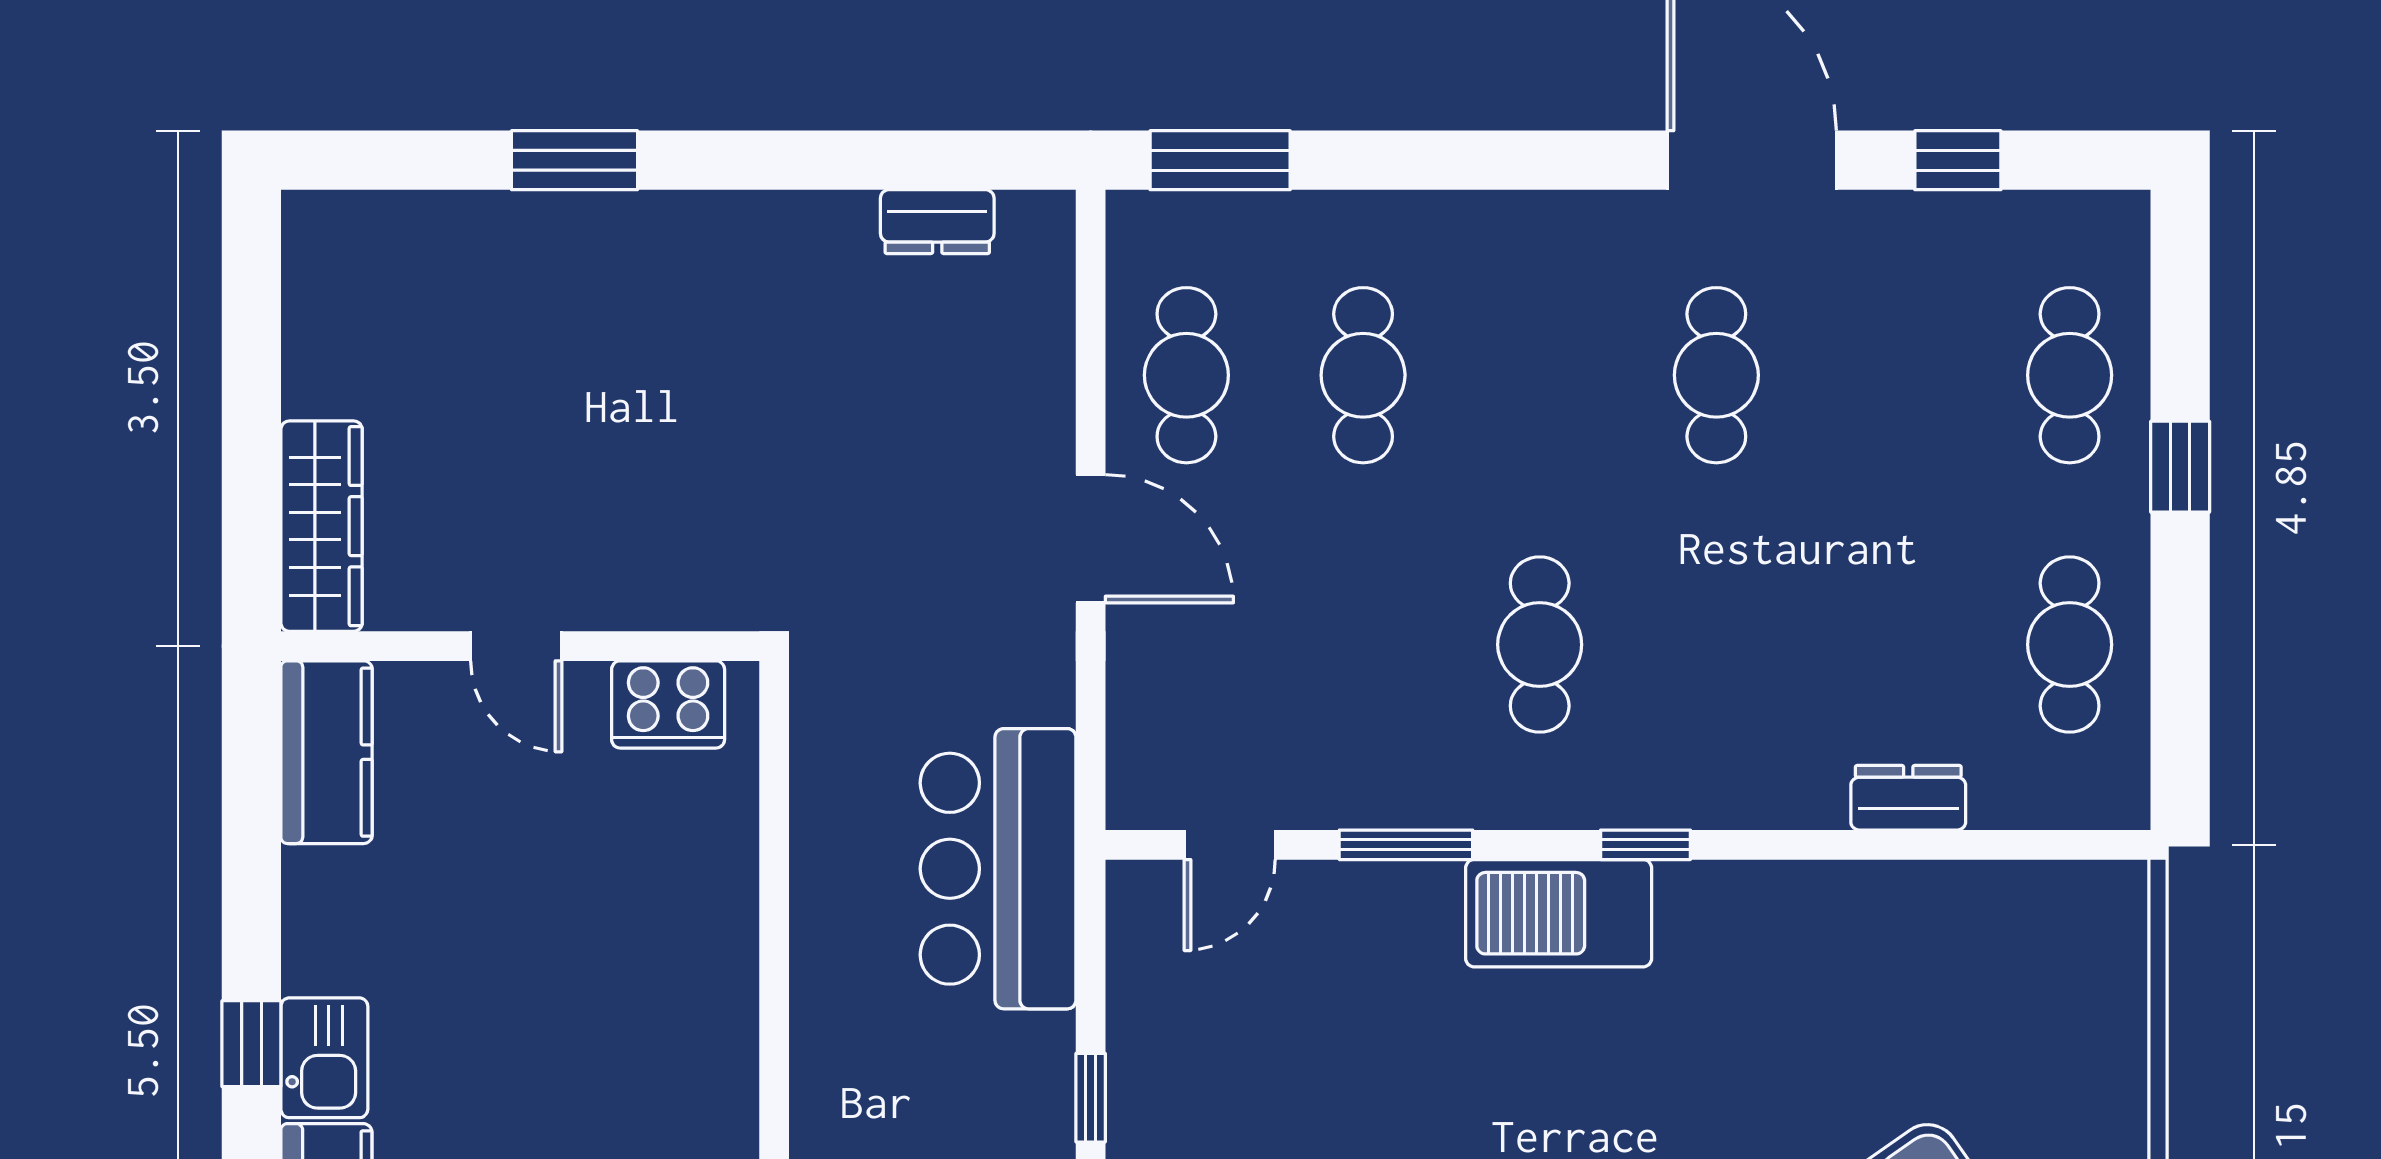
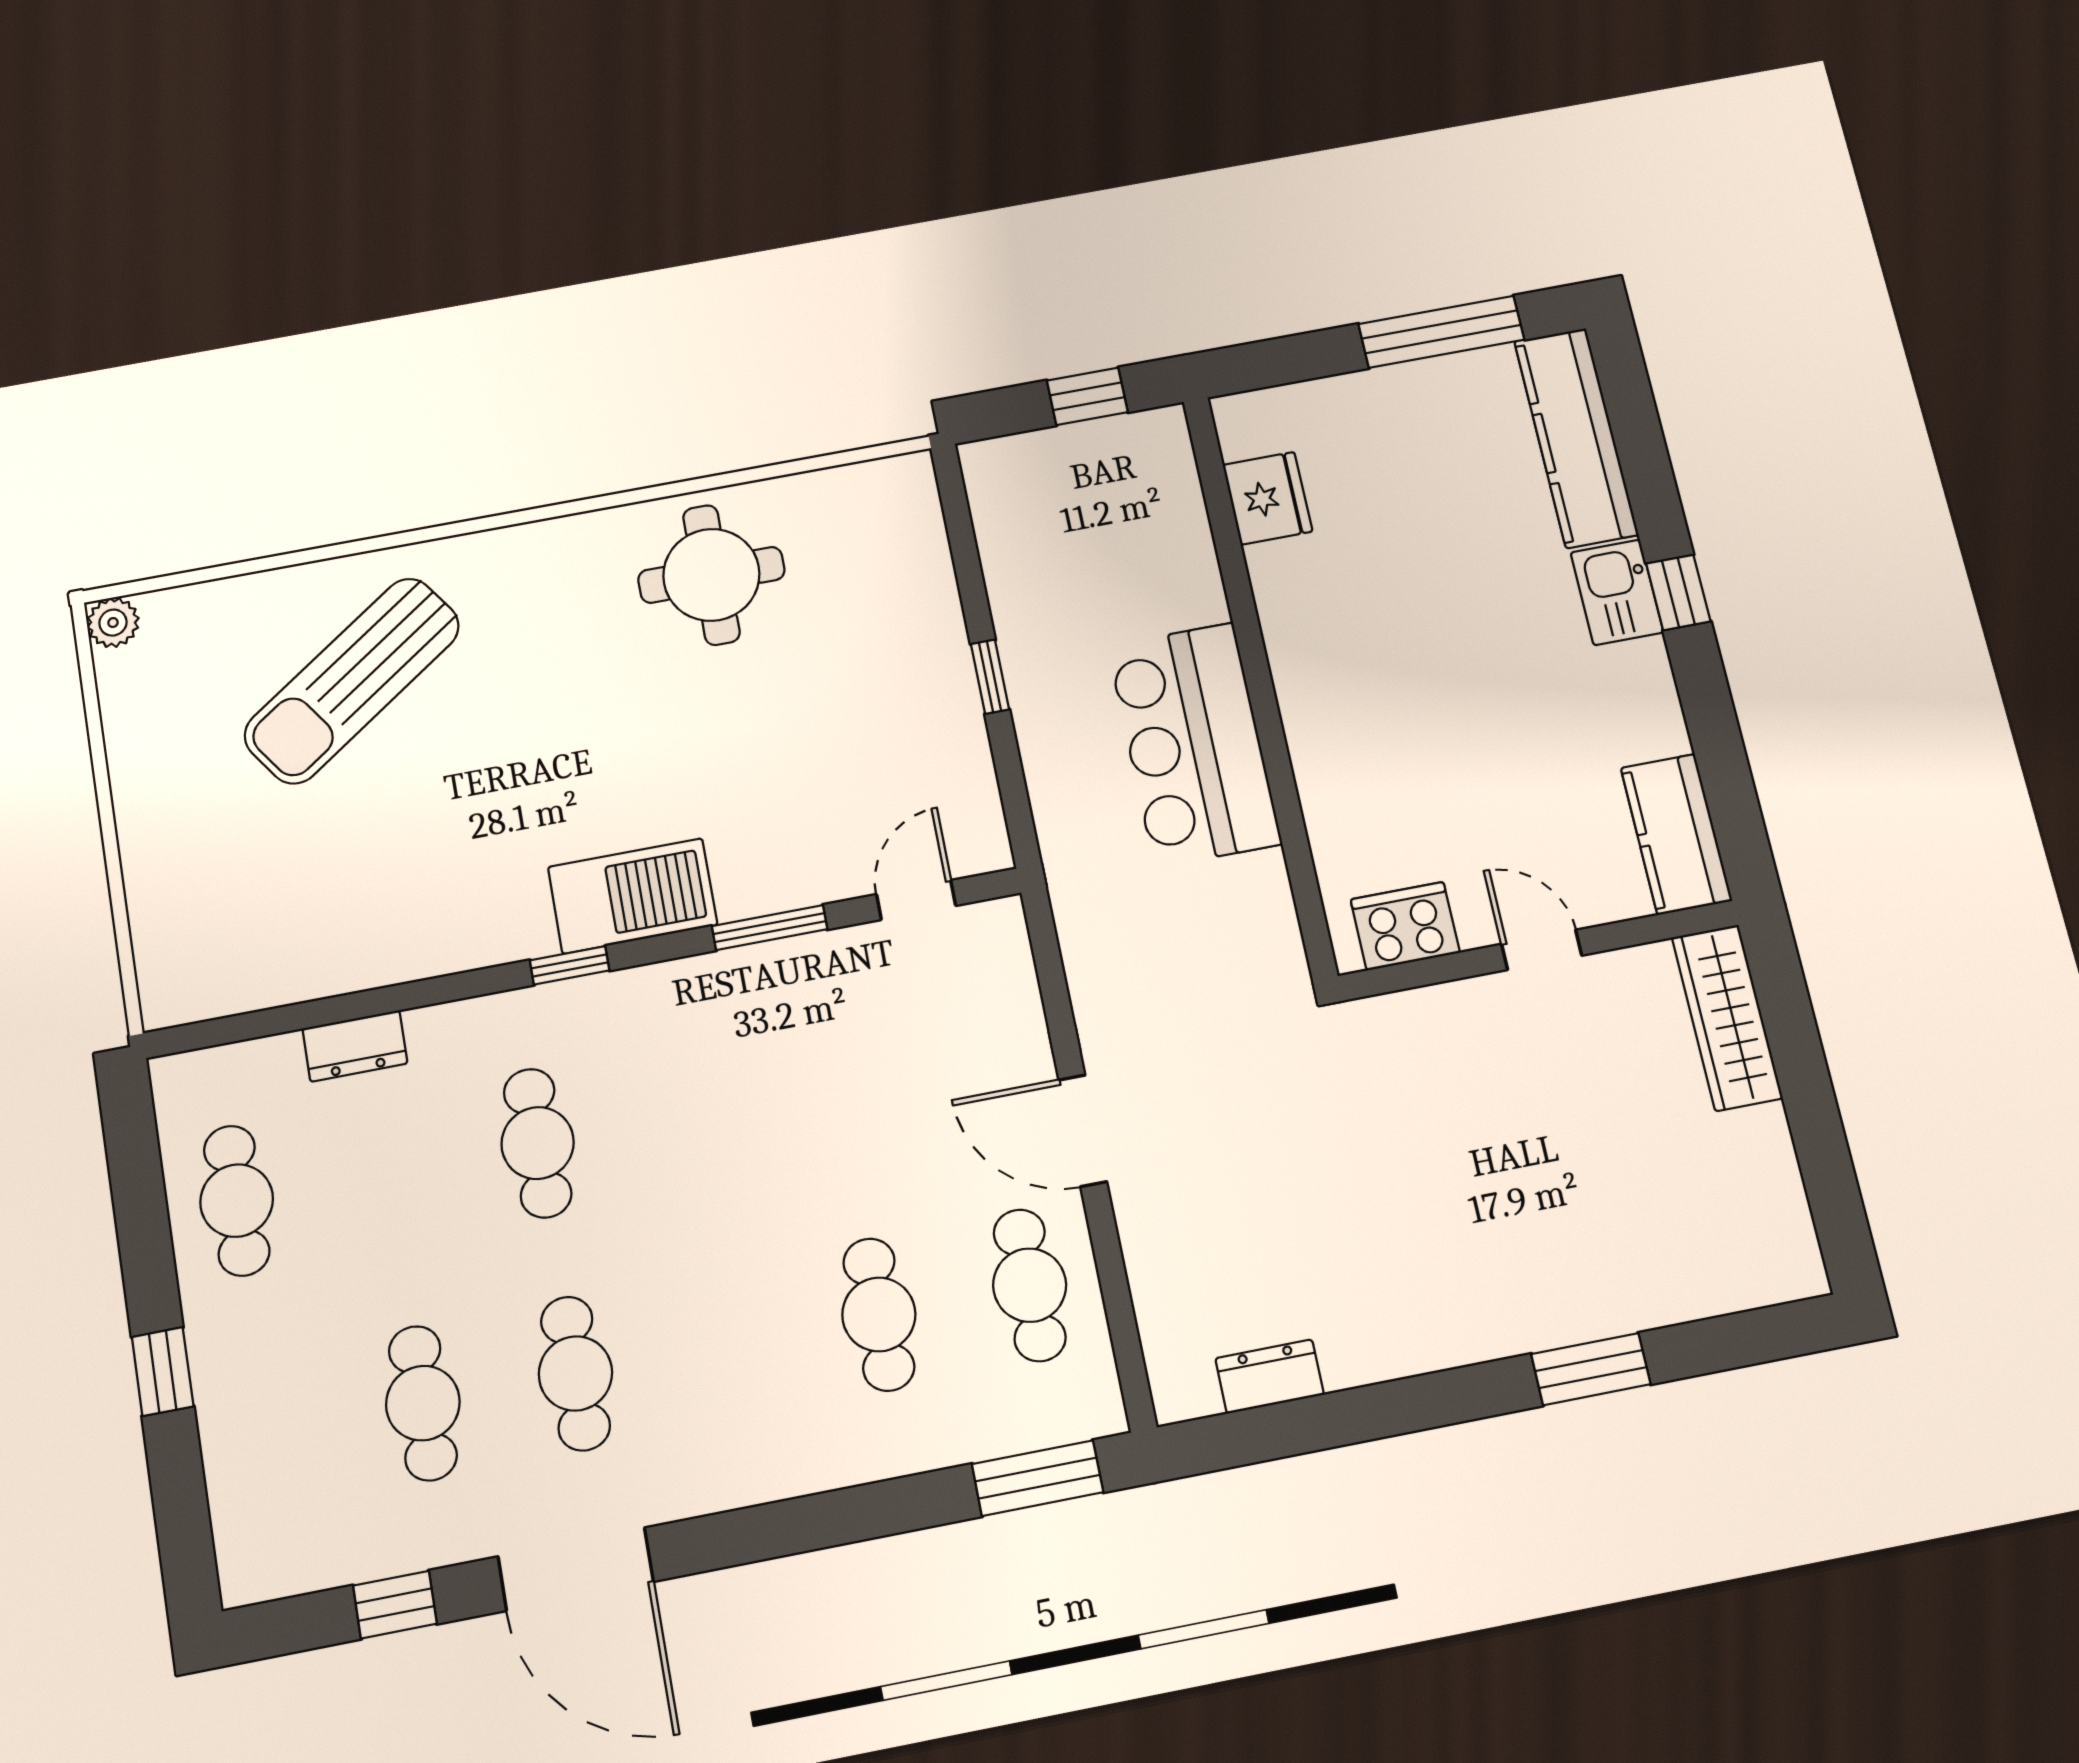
cafe table: (2070, 375) -> (423, 1403), moved
cafe table: (1540, 645) -> (538, 1143), moved
bar counter: (998, 869) -> (1194, 744), moved, turned 180

